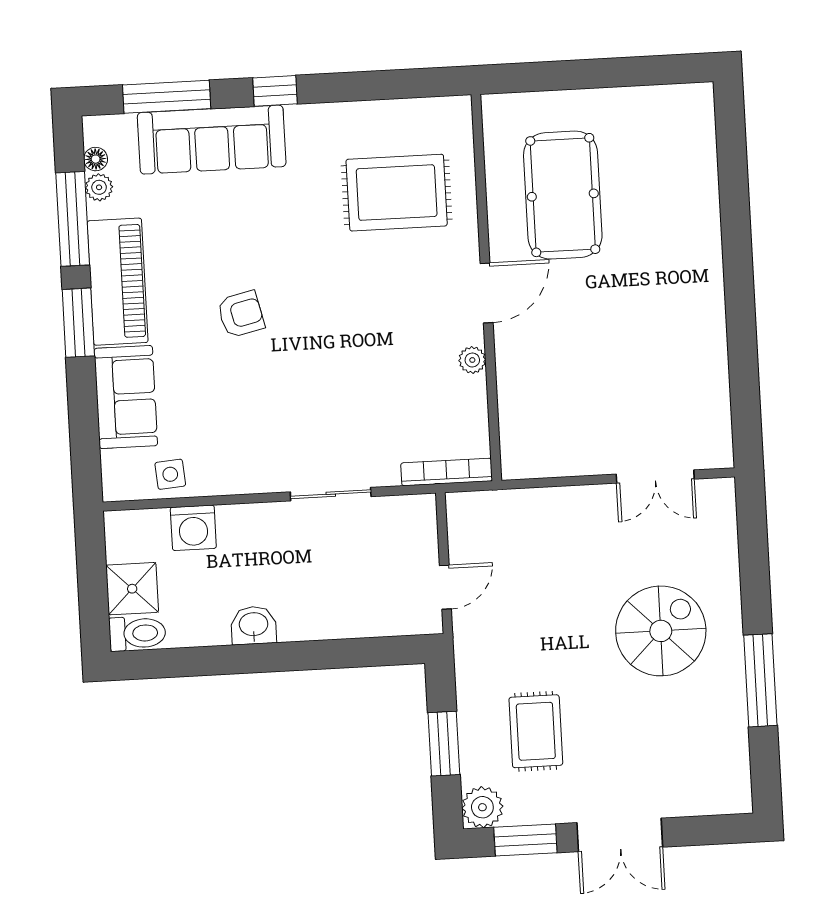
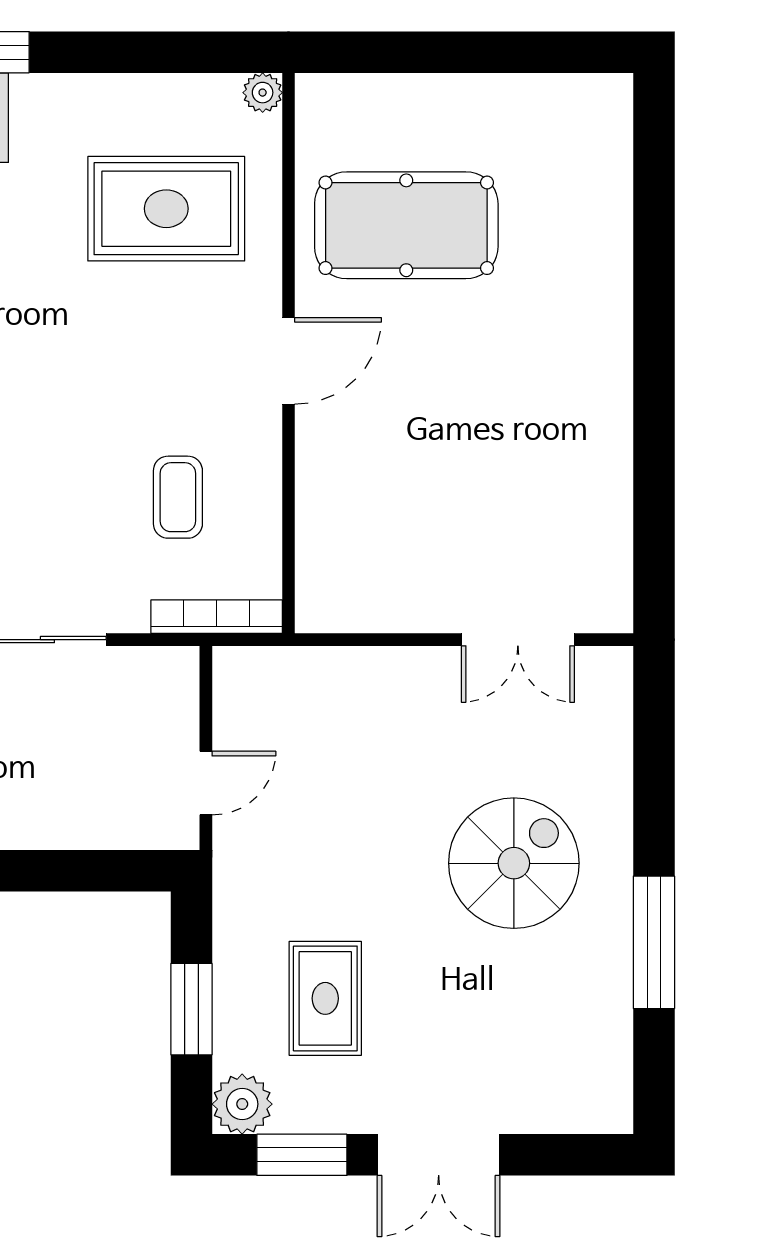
pool table: (563, 195) -> (406, 225), turned 90
plant: (472, 360) -> (263, 93), moved
coffee table: (415, 391) -> (178, 497), added

